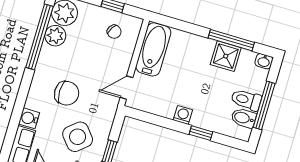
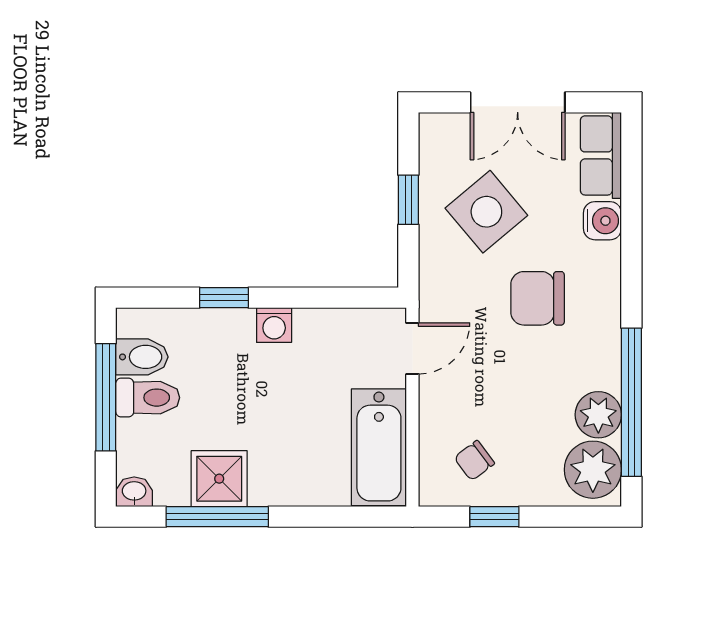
chair: (114, 32) -> (474, 461), turned -69

